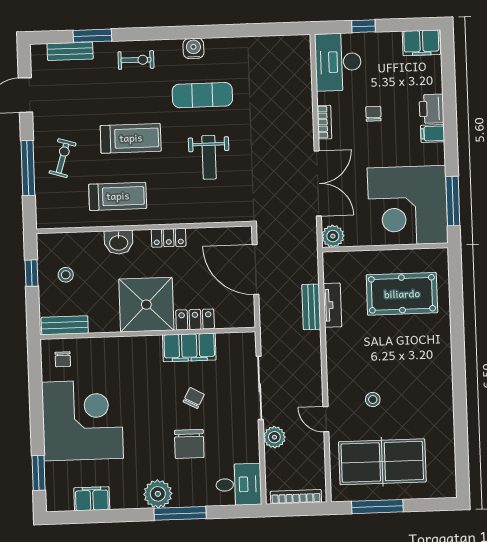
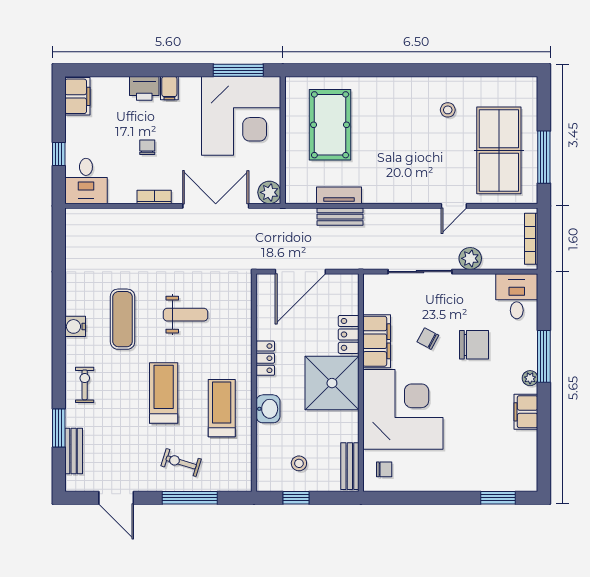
desk: (338, 62) -> (86, 181), width x0.73
chair: (373, 114) -> (147, 147), turned 90
stool: (373, 400) -> (448, 110), moved
corner desk: (82, 420) -> (403, 409), moved, turned 90
plant: (158, 494) -> (530, 378), width x0.53, depth x0.53
filing cabinet: (92, 499) -> (526, 412), moved

